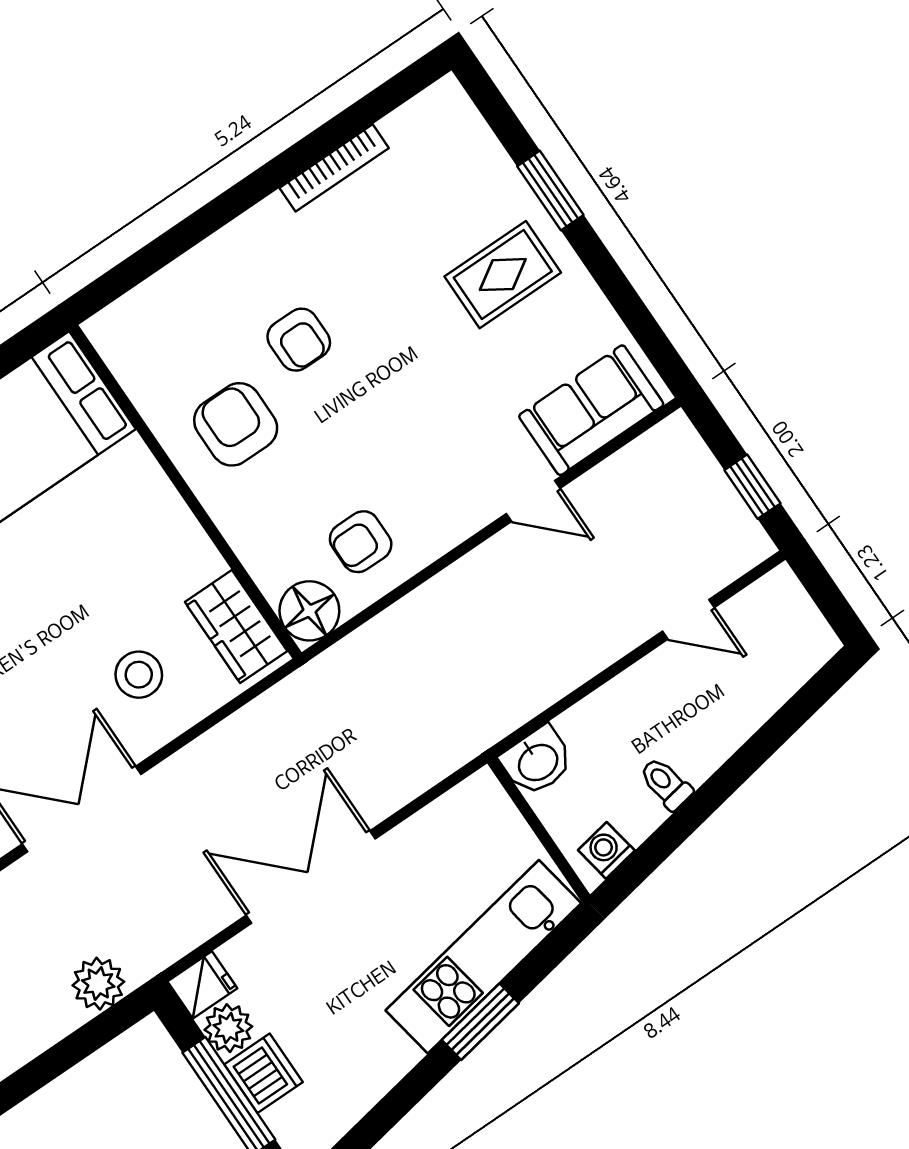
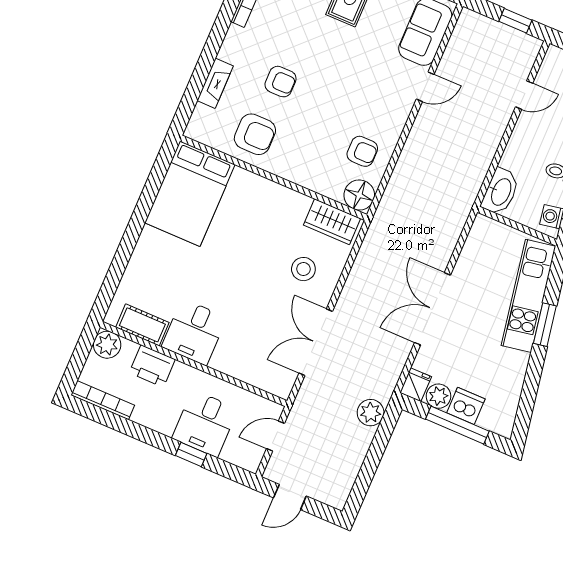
fireplace: (189, 273) -> (215, 83), added
armchair: (236, 424) -> (255, 134), moved, turned 180
armchair: (361, 542) -> (362, 151), turned -90
washbasin: (537, 761) -> (500, 192), width x1.38

